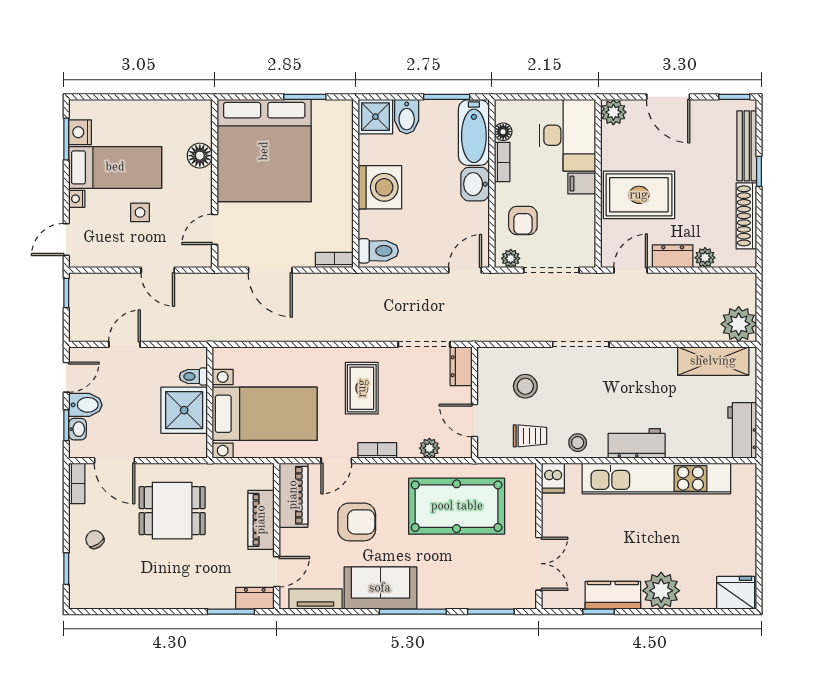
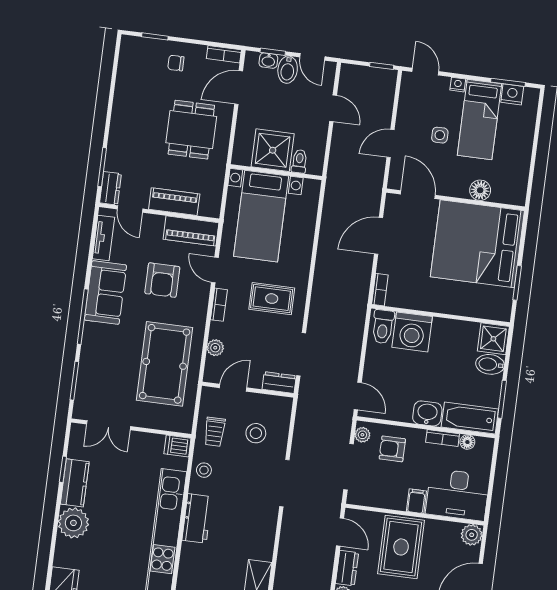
washing machine: (380, 187) -> (412, 332), moved
door: (215, 229) -> (418, 195), width x1.38
chair: (95, 539) -> (176, 63), turned -146

